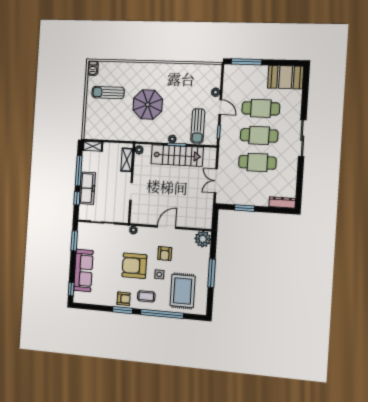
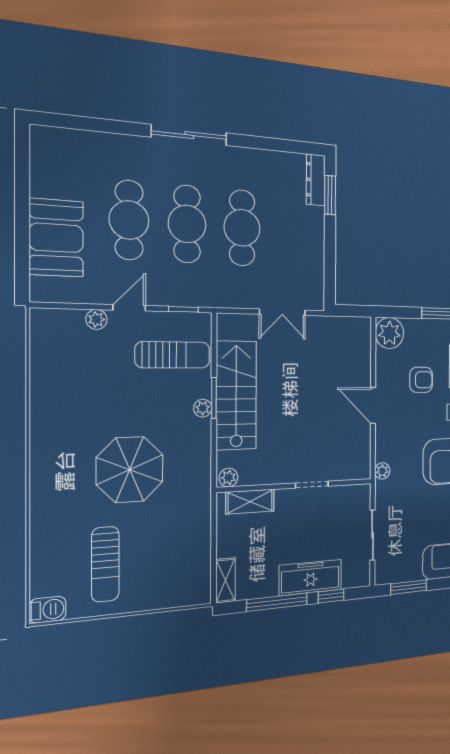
window: (247, 62) -> (22, 251), removed
booth: (286, 77) -> (56, 238), moved
window: (244, 208) -> (330, 195), moved
armchair: (165, 254) -> (421, 380), moved

